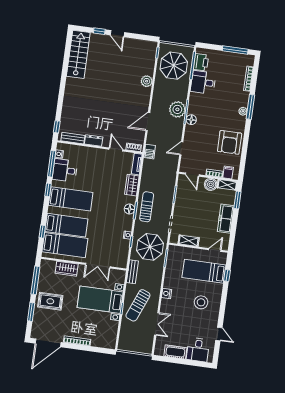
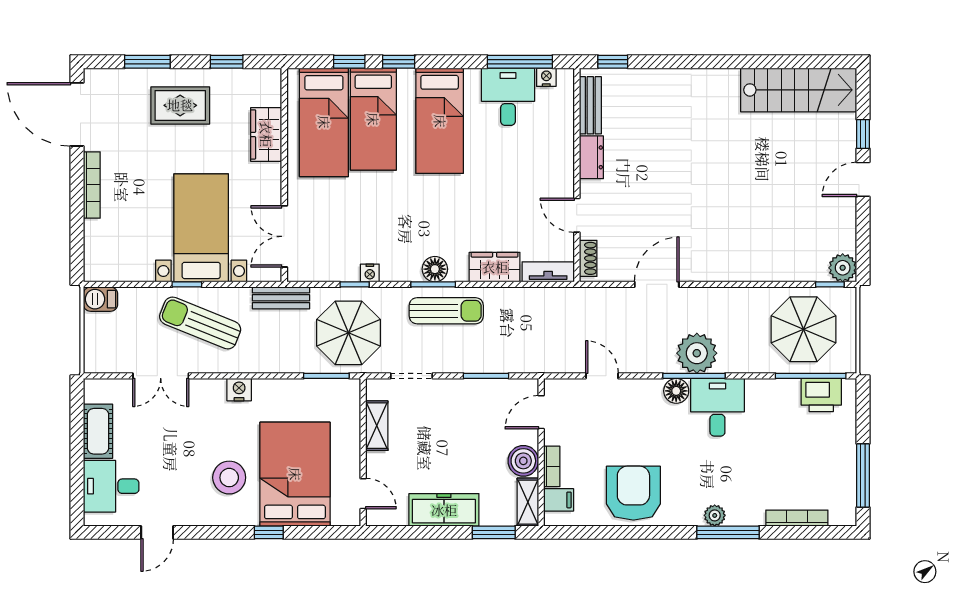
plant: (147, 81) -> (843, 268), moved
desk: (203, 82) -> (717, 407), moved
door: (148, 122) -> (657, 284), hinge flipped
armchair: (230, 142) -> (633, 493), turned 90
door: (116, 150) -> (577, 215), swing flipped
barbecue: (150, 152) -> (100, 299), moved
window: (48, 190) -> (399, 62), moved
double door: (98, 266) -> (284, 236), moved
bed: (204, 271) -> (295, 474), width x1.50
window: (227, 275) -> (269, 532), moved
window: (35, 280) -> (227, 62), width x0.46
rug: (50, 301) -> (180, 105), turned 90

